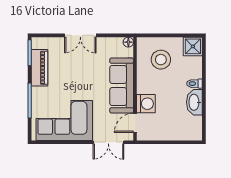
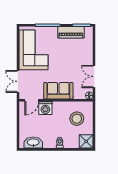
double door: (80, 35) -> (94, 76), moved
sofa: (122, 85) -> (58, 91), width x0.73
washbasin: (194, 102) -> (33, 143), moved
door: (135, 123) -> (32, 100), swing flipped

